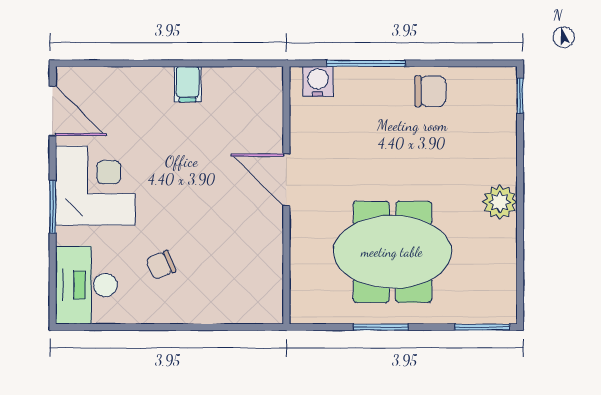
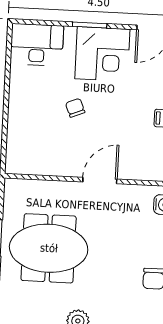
meeting table: (392, 252) -> (49, 248), turned 90
chair: (161, 265) -> (75, 108), moved

